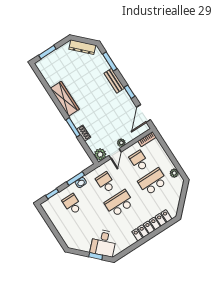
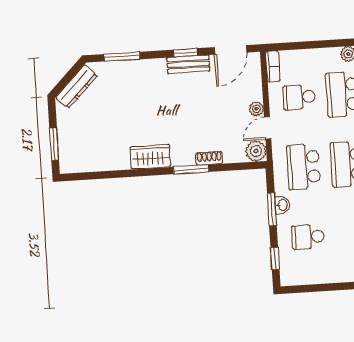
bench: (114, 81) -> (188, 64), moved
wardrobe: (65, 99) -> (150, 157), width x0.67
door: (143, 113) -> (231, 50), hinge flipped
door: (115, 154) -> (268, 128), swing flipped
school desk: (106, 182) -> (304, 167), width x1.85

